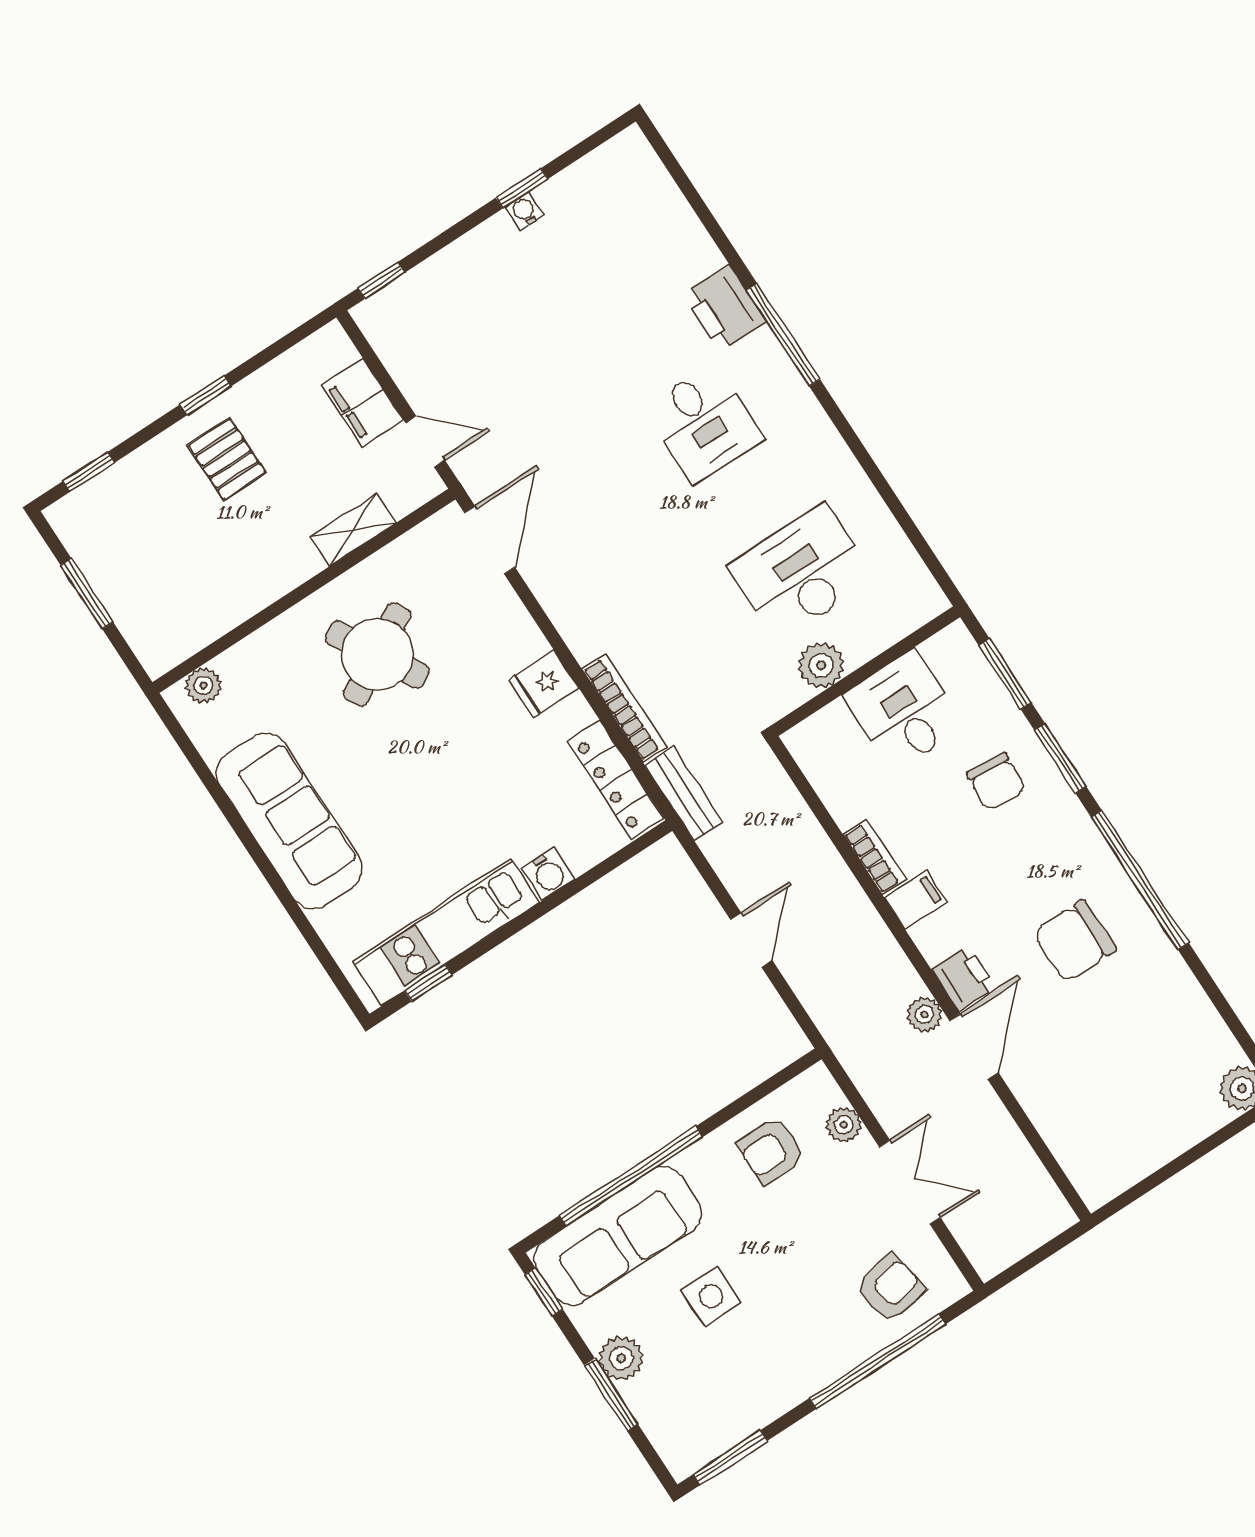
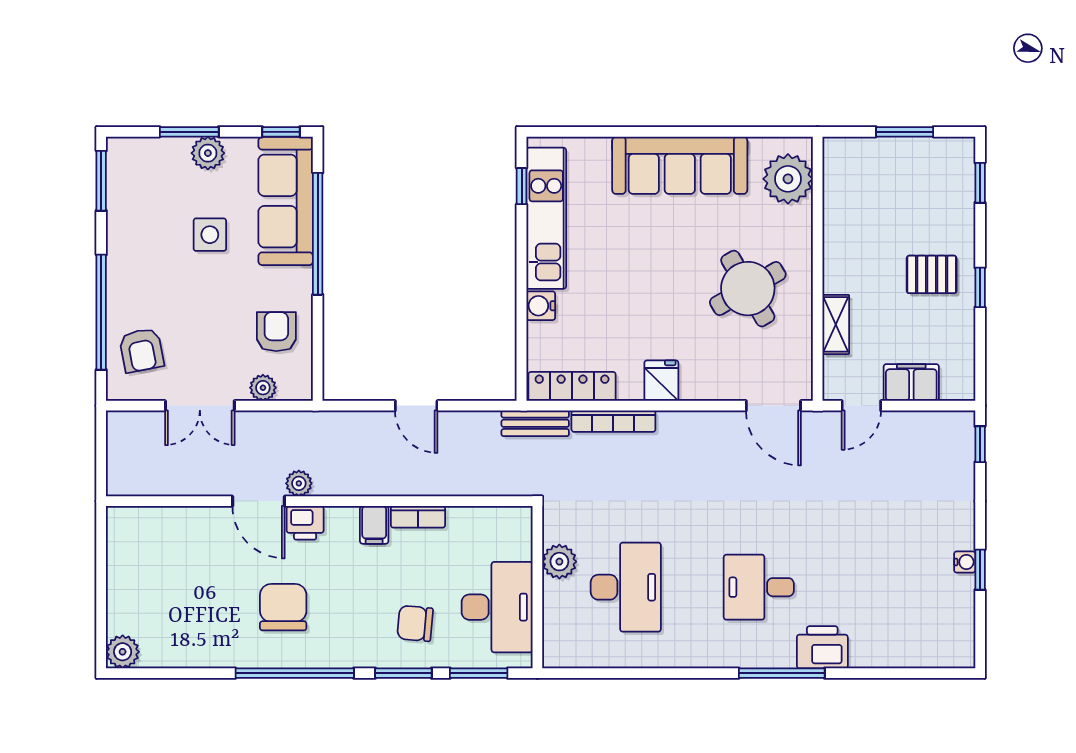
plant: (203, 685) -> (788, 179), width x1.88, depth x1.88
desk: (904, 711) -> (497, 607), width x1.37

